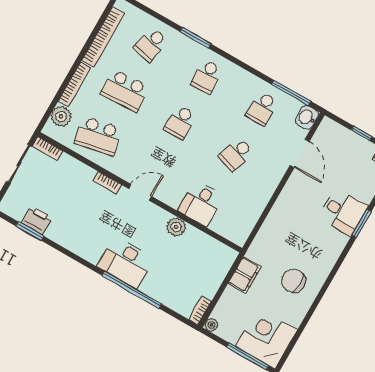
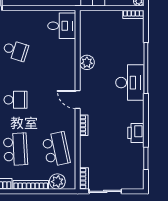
desk: (201, 203) -> (62, 26), moved
printer: (37, 220) -> (136, 133), moved

